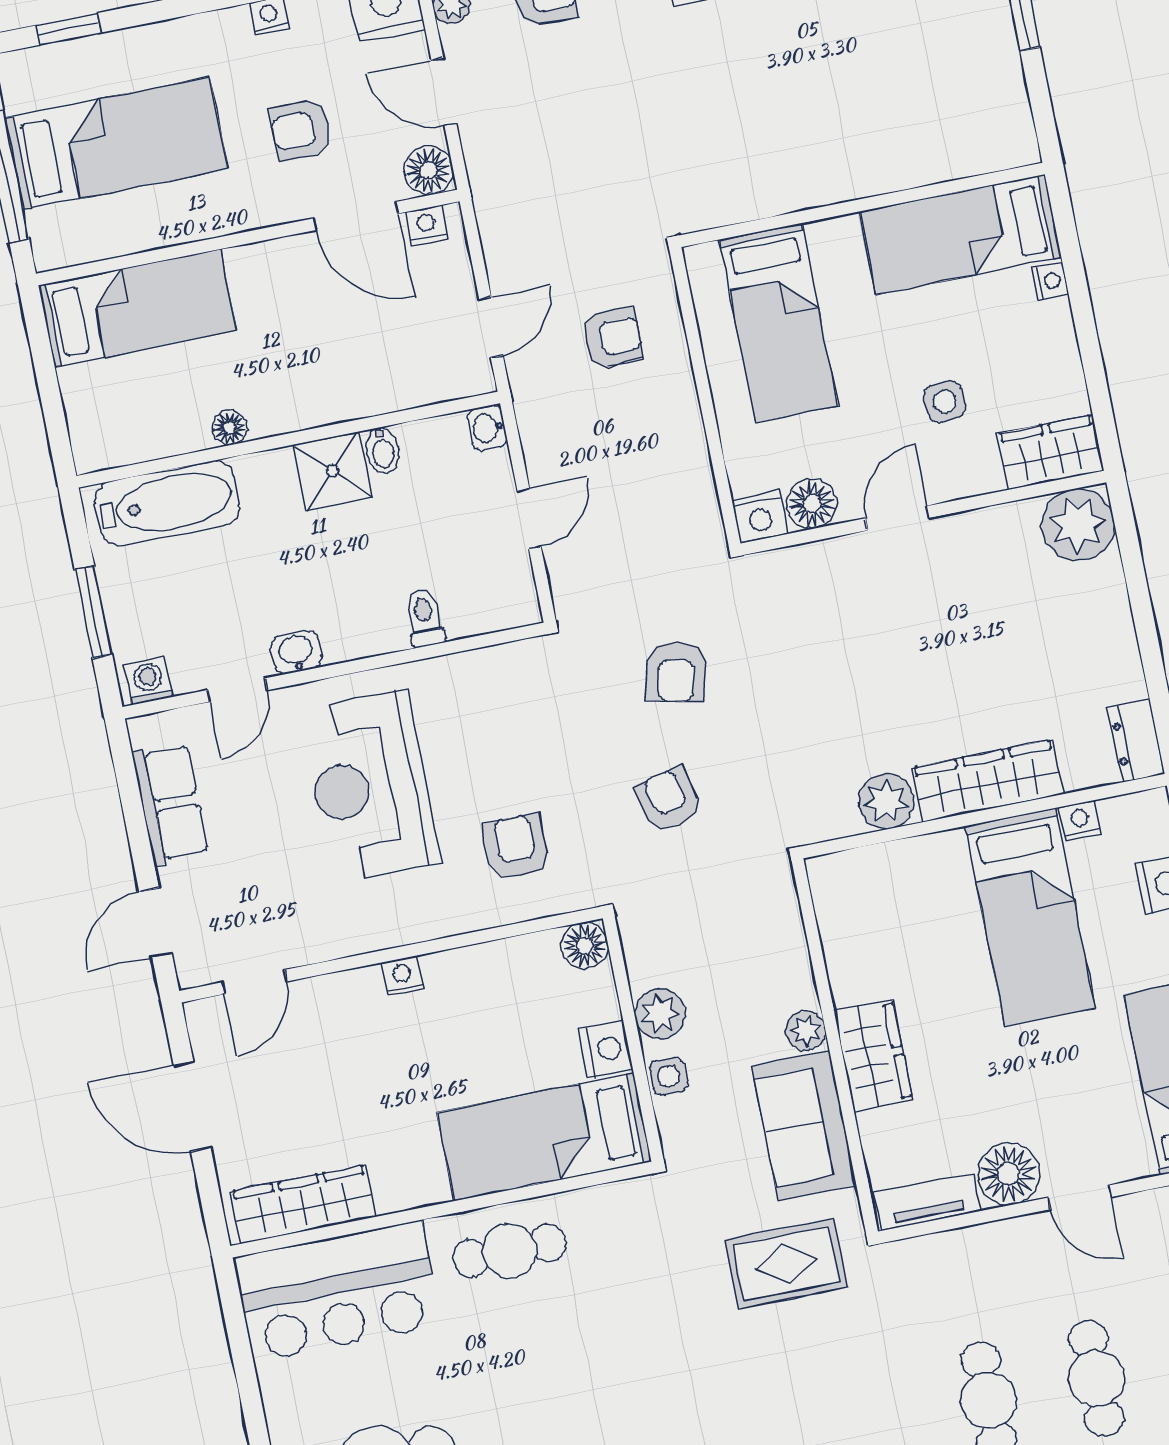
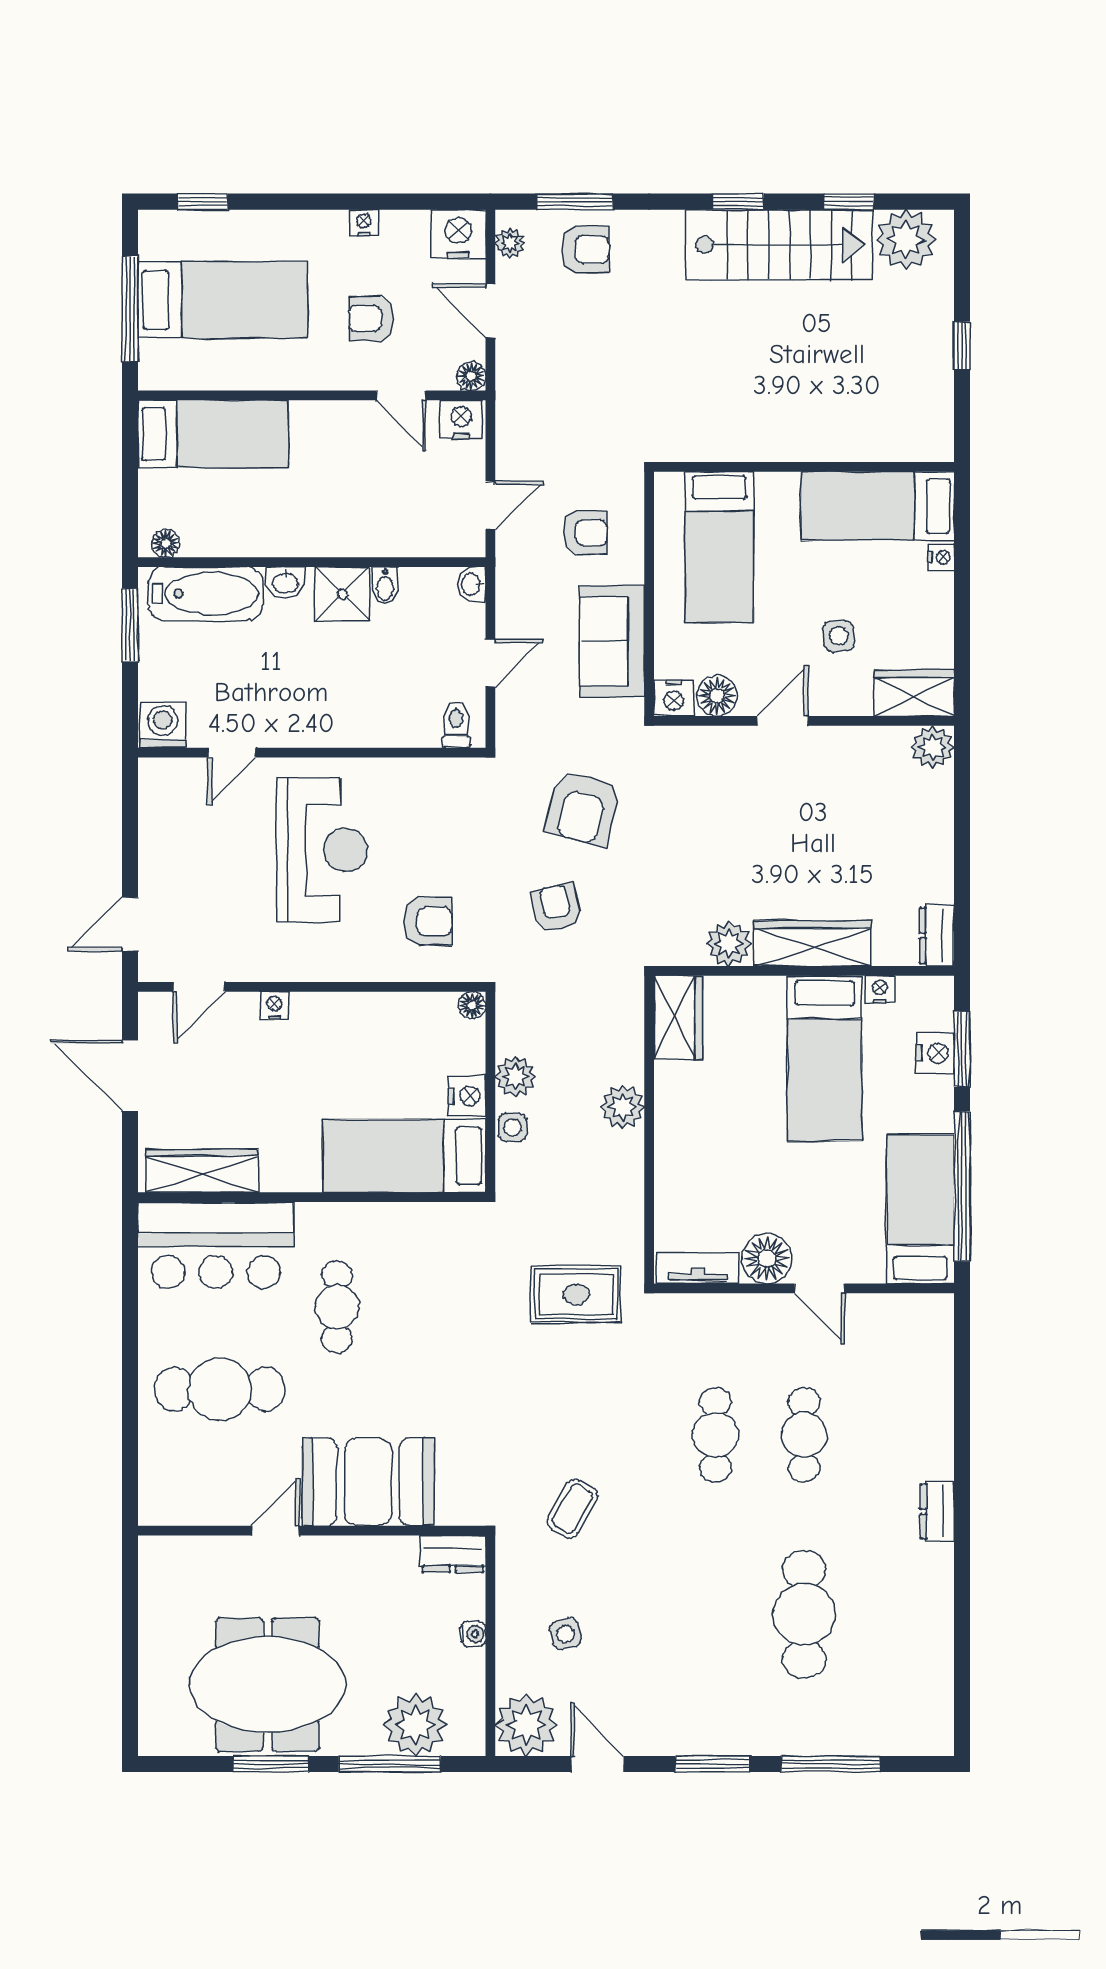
floor lamp: (429, 170) -> (471, 376), width x0.73, depth x0.73
door: (356, 216) -> (401, 395), width x0.73
nightstand: (426, 226) -> (461, 419), width x1.39, depth x1.35
floor lamp: (229, 428) -> (166, 543), moved
plant: (1078, 525) -> (933, 747), width x0.73, depth x0.73
window: (93, 612) -> (130, 625), moved
toilet: (424, 618) -> (456, 725), moved
washbasin: (296, 652) -> (285, 583), moved, turned 180
armchair: (676, 672) -> (583, 808), width x1.38, depth x1.38
washing machine: (148, 681) -> (163, 725), width x1.38, depth x1.38
reception desk: (370, 786) -> (322, 850), turned 180
row of seats: (170, 804) -> (161, 832), removed
armchair: (516, 847) -> (428, 921), turned 90
floor lamp: (585, 946) -> (472, 1005), width x0.73, depth x0.73
nightstand: (402, 976) -> (274, 1005), moved
plant: (806, 1031) -> (623, 1107), width x1.38, depth x1.38
wardrobe: (873, 1056) -> (678, 1017), moved
sofa: (804, 1125) -> (612, 641), moved
cafe table: (509, 1251) -> (337, 1307), moved, turned 90

